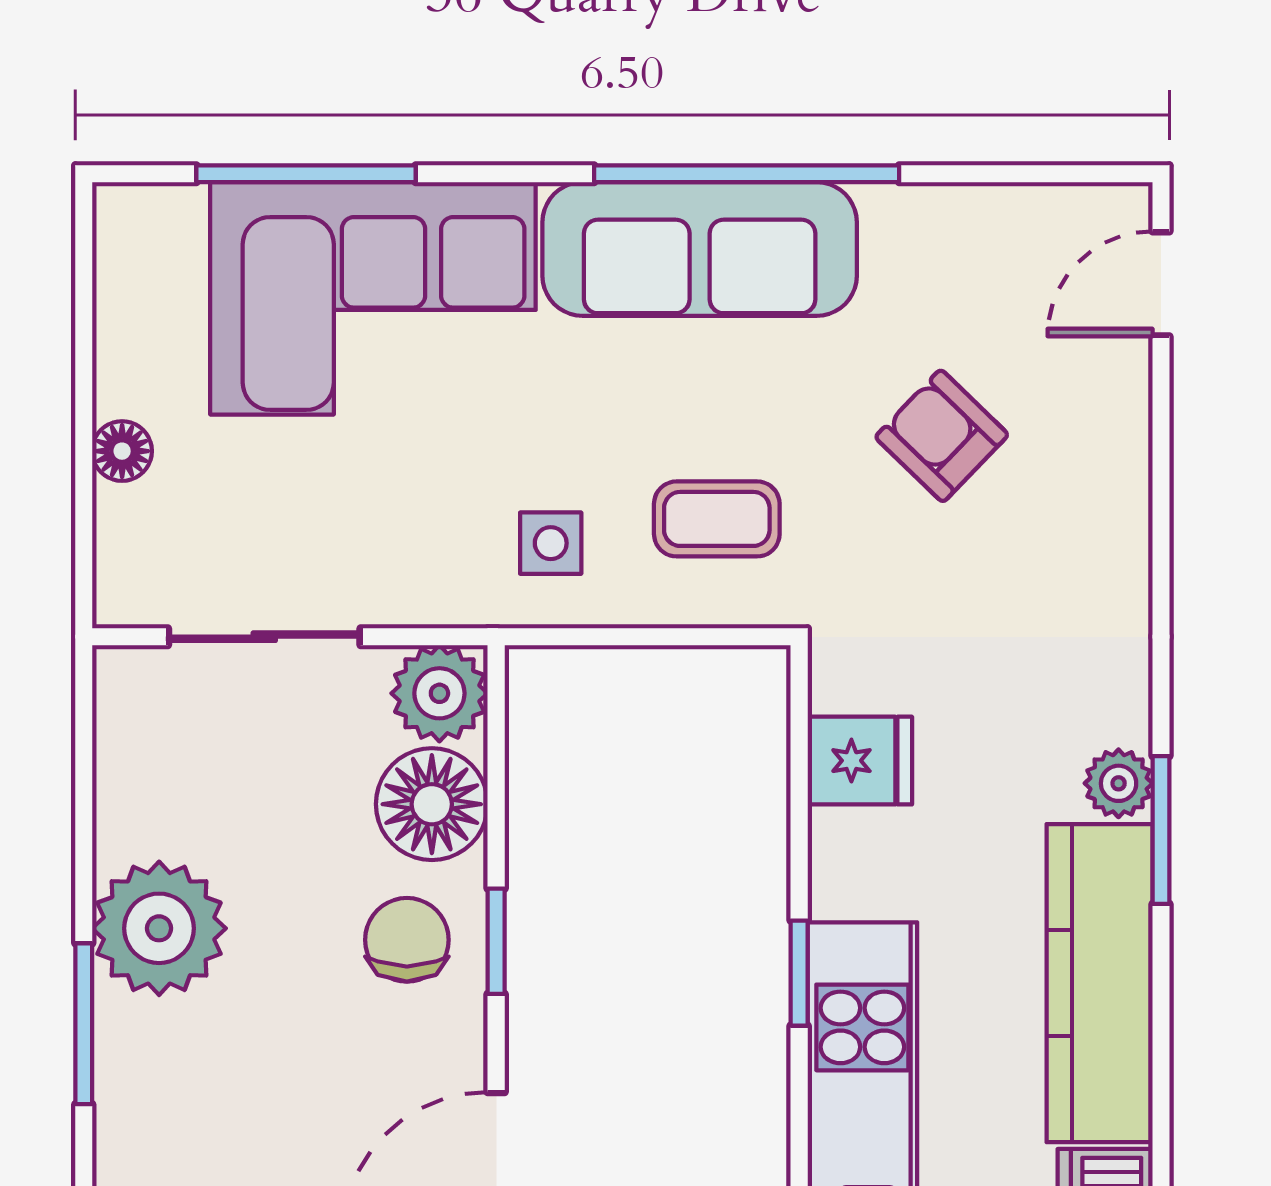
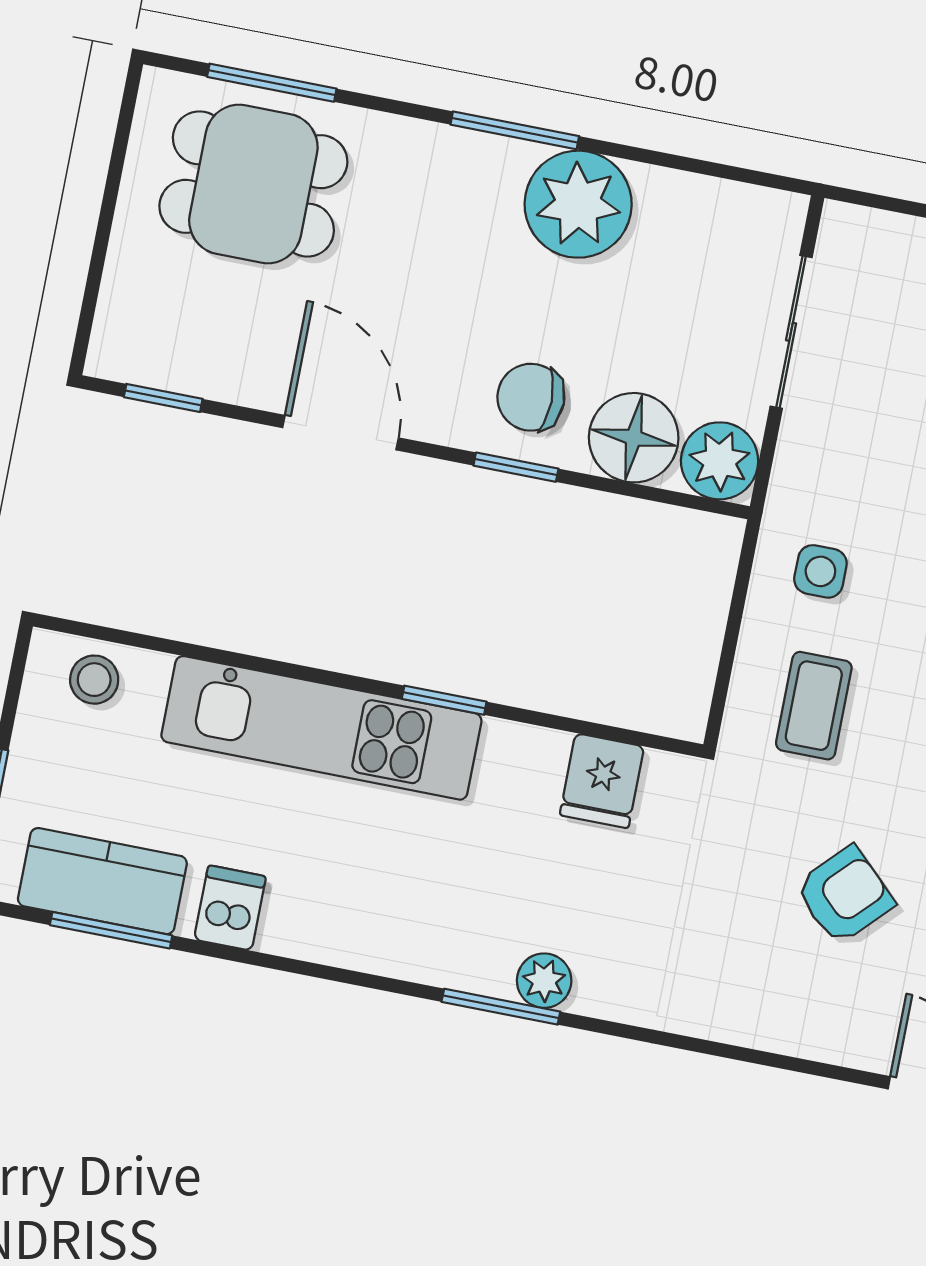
chair: (407, 940) -> (531, 397), turned 180
kitchen counter: (1100, 983) -> (390, 935), removed

